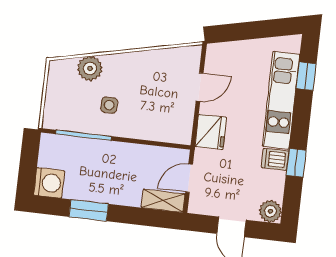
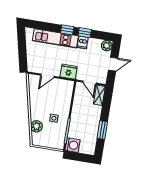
window: (306, 76) -> (67, 30), moved
door: (200, 87) -> (47, 76), swing flipped
washing machine: (49, 183) -> (73, 145), moved, turned 90

